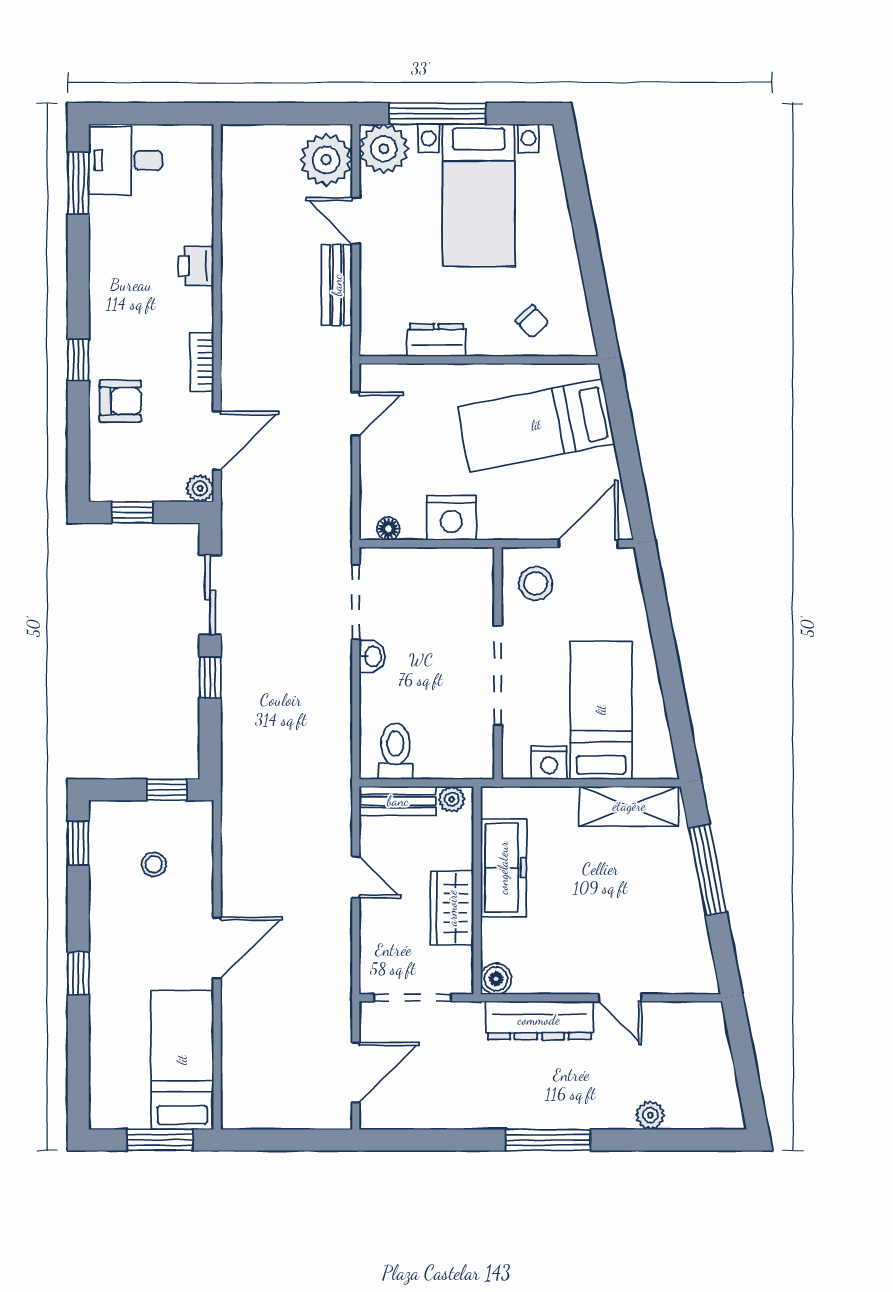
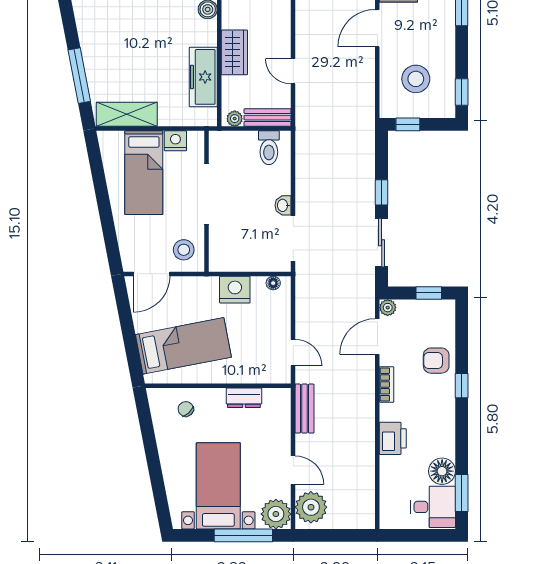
floor lamp: (111, 219) -> (442, 471), added
printer: (196, 266) -> (393, 438), width x1.36, depth x1.24
bench: (337, 285) -> (304, 409), moved
door: (356, 414) -> (293, 353), swing flipped
stool: (154, 864) -> (416, 79), width x1.89, depth x1.89

